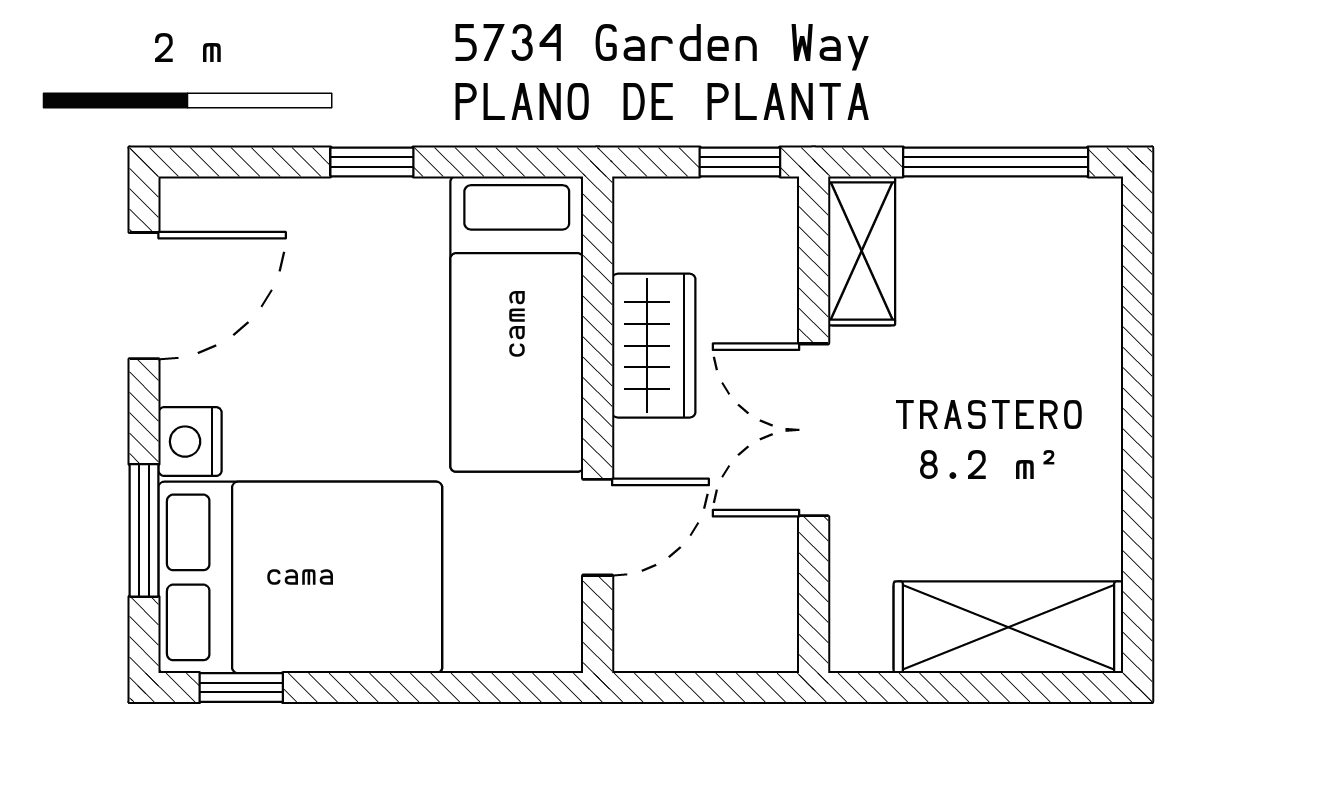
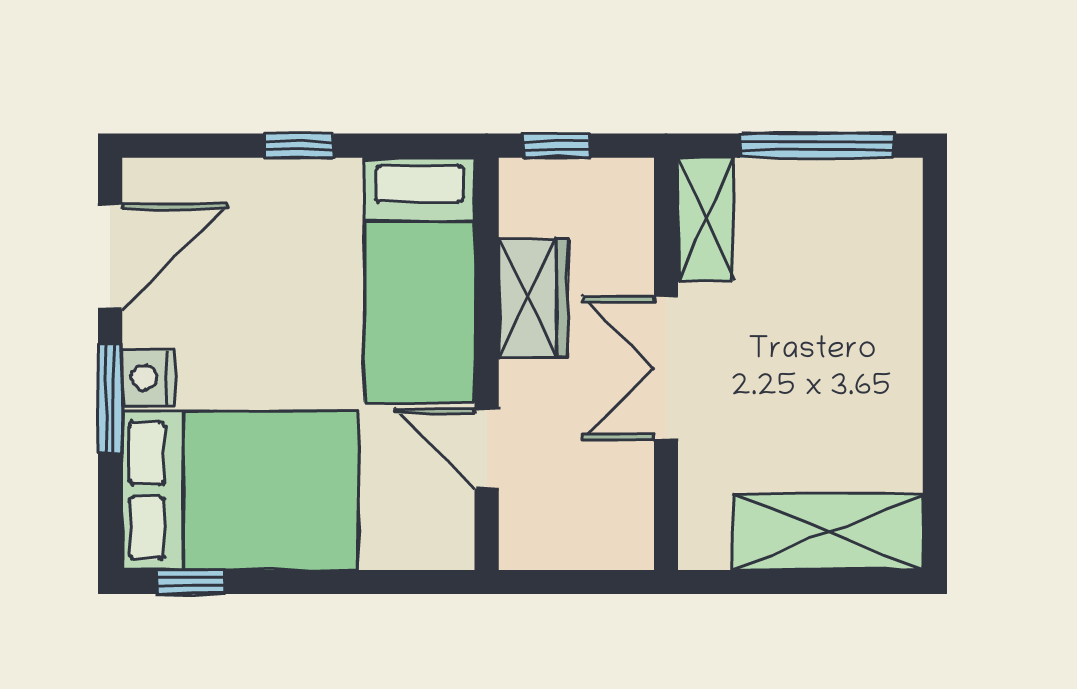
window: (740, 162) -> (557, 146), moved
door: (598, 527) -> (487, 449), swing flipped
window: (144, 530) -> (110, 398), moved

